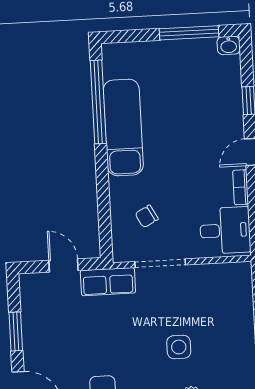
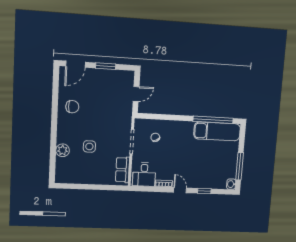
exam couch: (123, 127) -> (217, 131), moved
row of seats: (108, 282) -> (122, 170), moved

